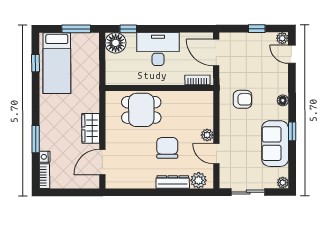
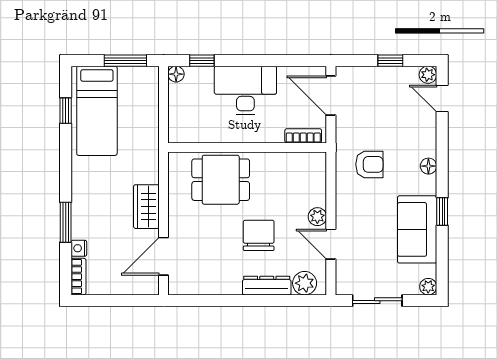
floor lamp: (116, 43) -> (176, 74), width x0.53, depth x0.53

